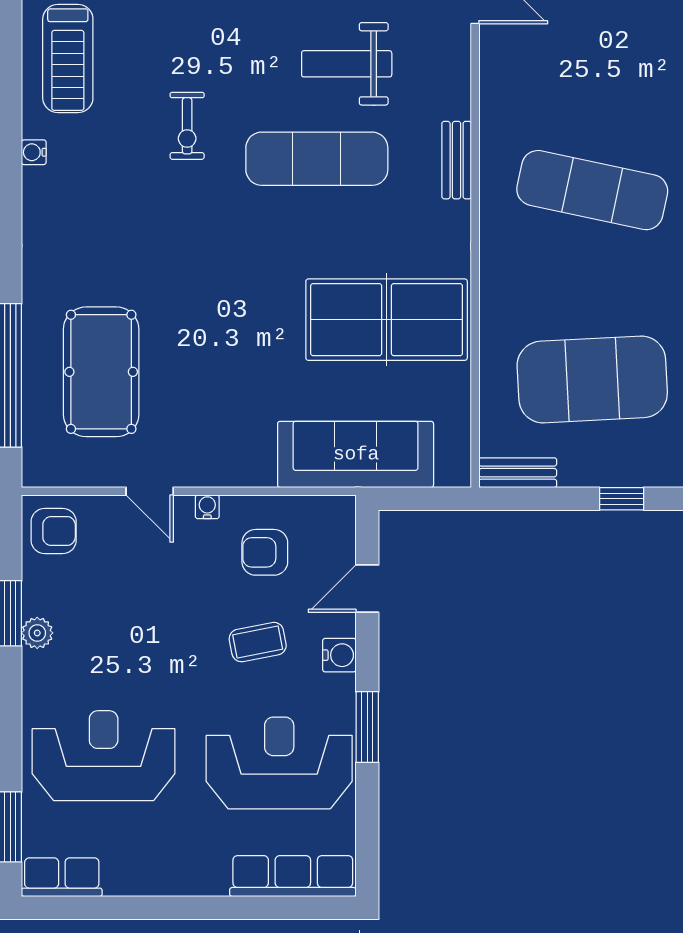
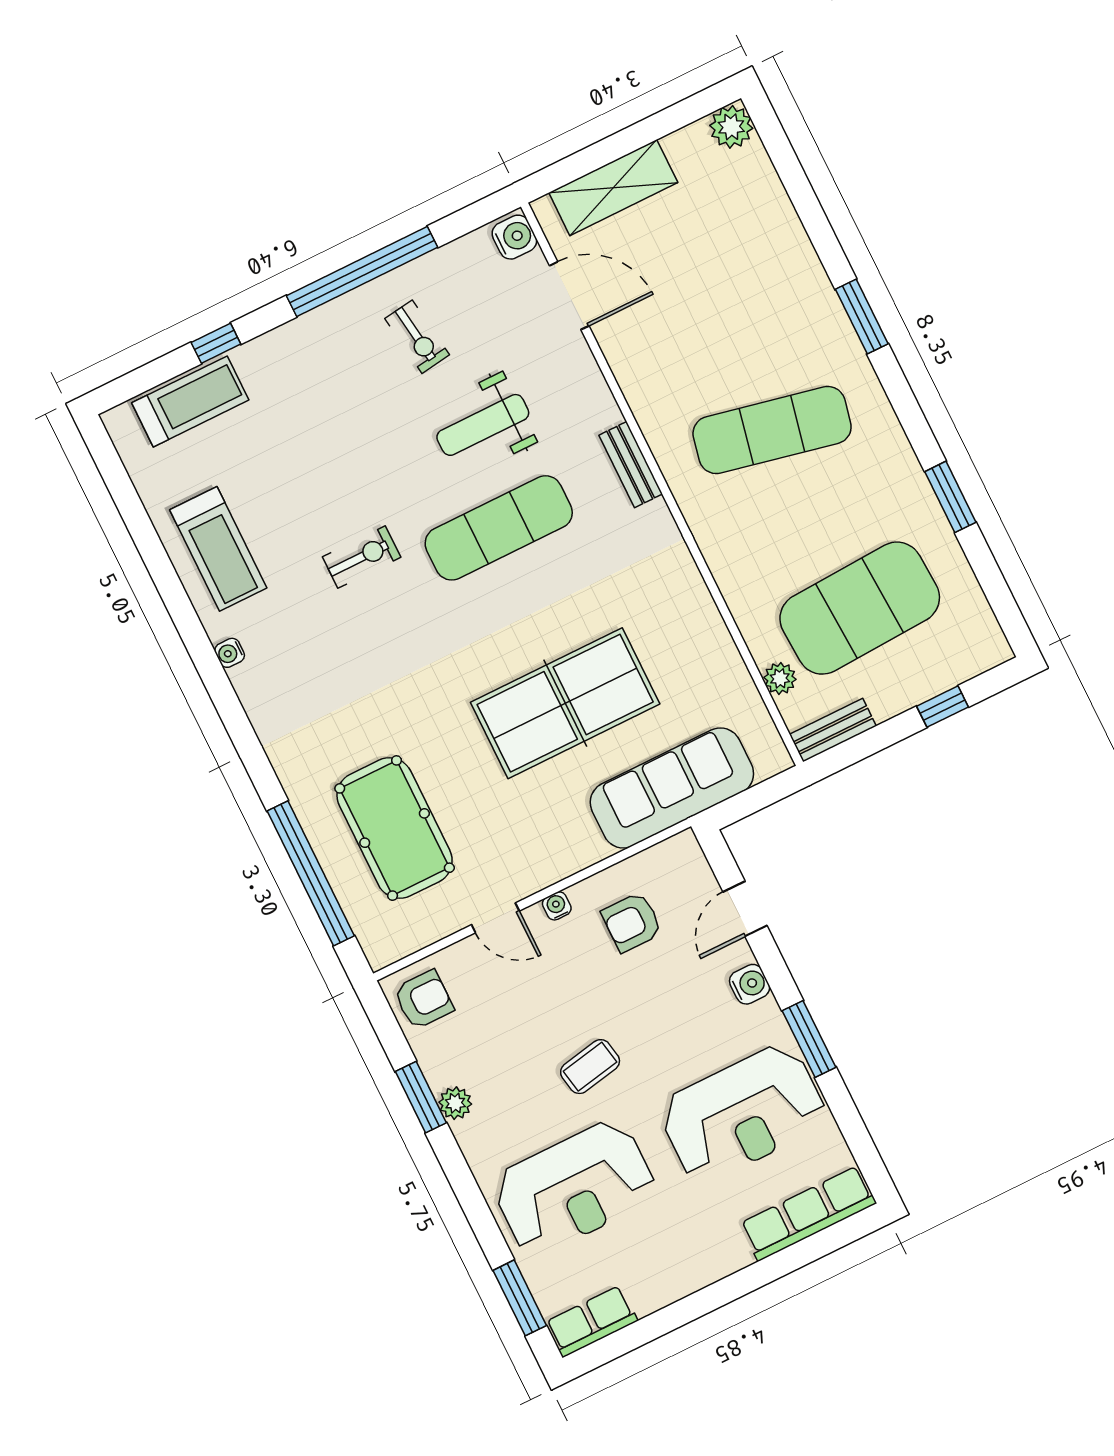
exercise bike: (187, 126) -> (362, 557), turned -90
table tennis table: (387, 320) -> (565, 703), moved
plant: (494, 406) -> (780, 678), added
coffee table: (258, 642) -> (590, 1067), moved
reception desk: (104, 756) -> (574, 1188), turned 180
reception desk: (279, 763) -> (743, 1113), turned 180

